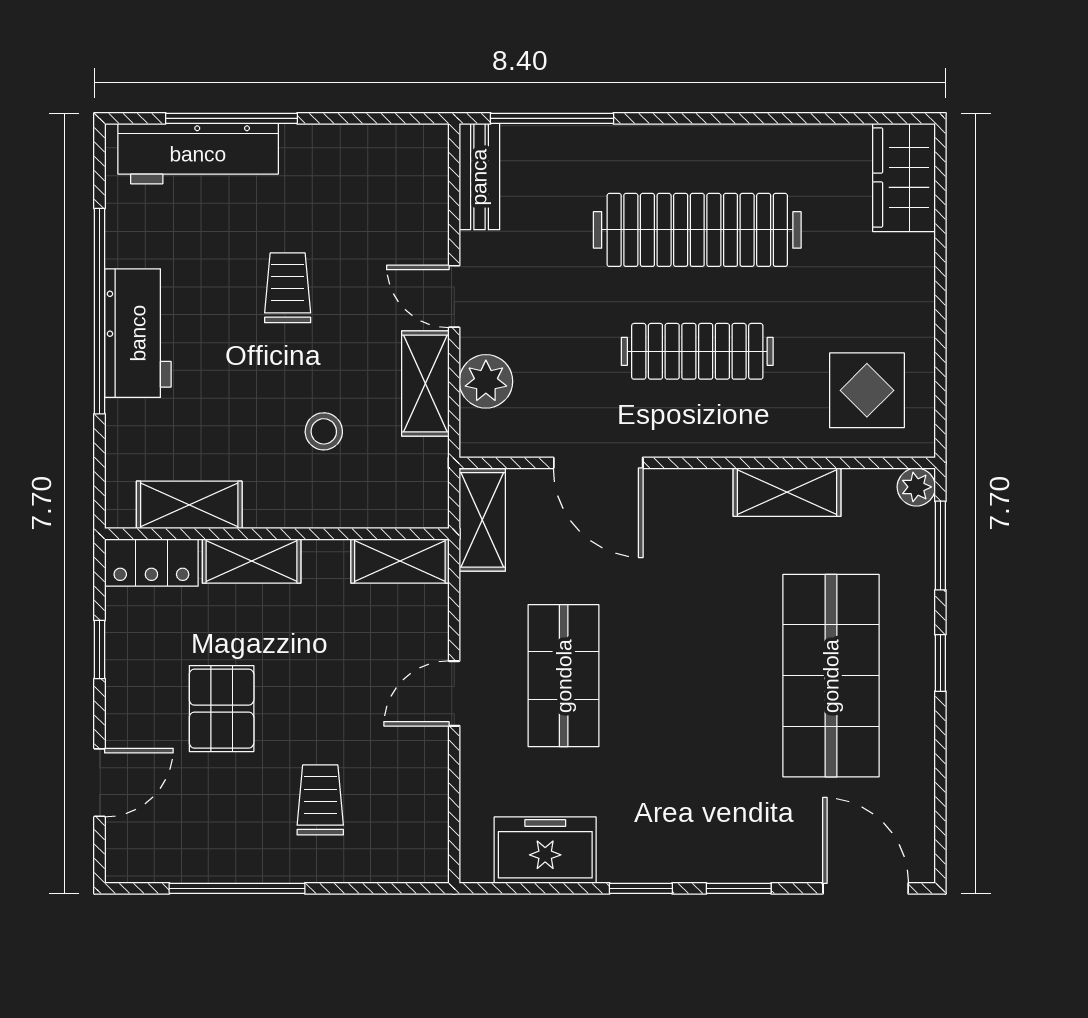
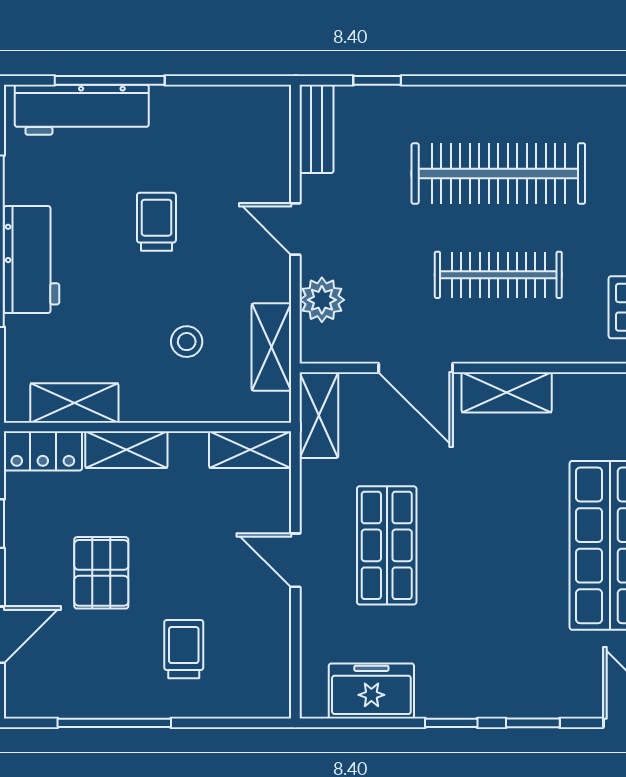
window: (552, 118) -> (377, 80), width x0.46
shelving: (425, 383) -> (271, 347), moved
shelving: (787, 492) -> (507, 392), moved
door: (454, 693) -> (295, 560), hinge flipped

